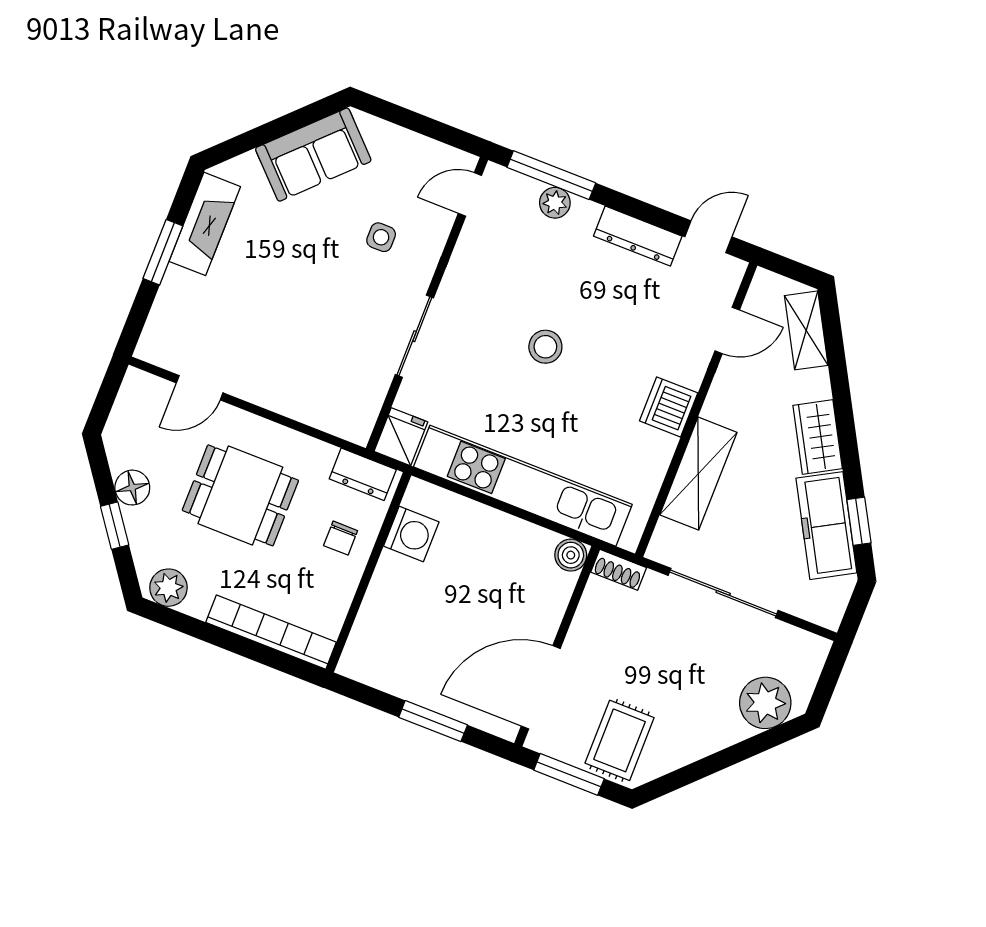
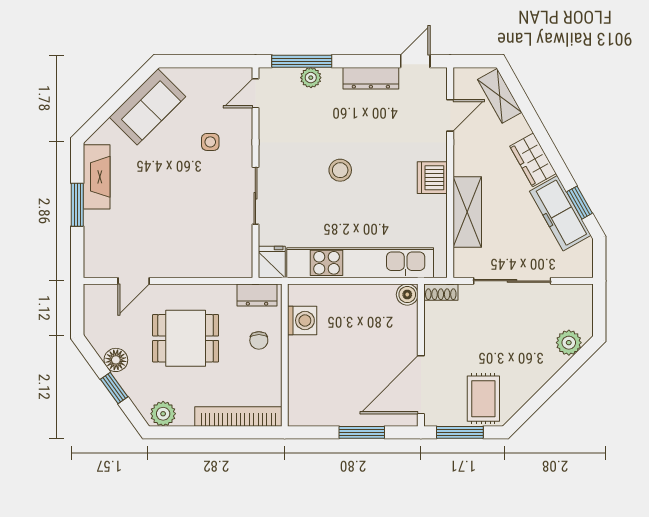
plant: (765, 703) -> (569, 343), width x0.73, depth x0.73

